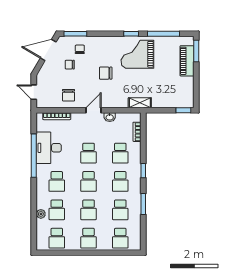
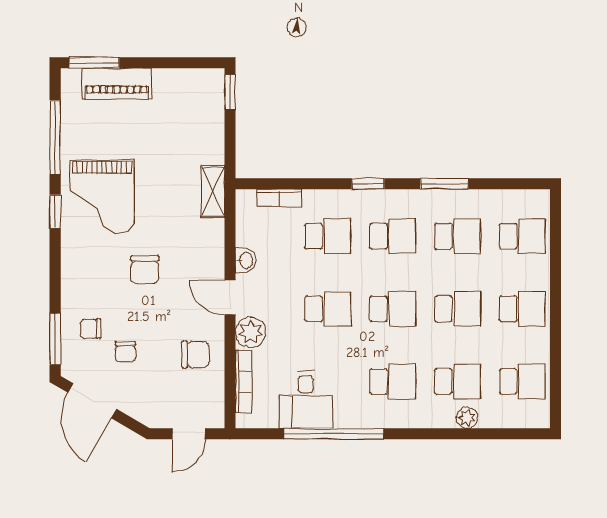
plant: (78, 119) -> (251, 332), added
desk: (49, 148) -> (306, 400), width x0.73

